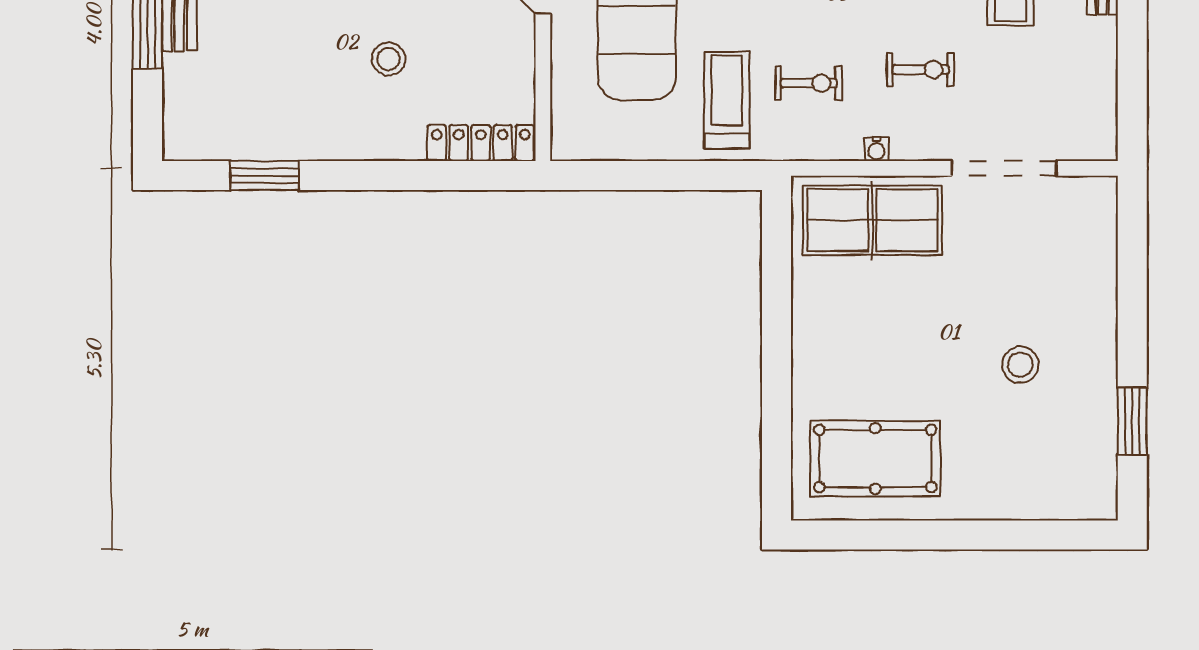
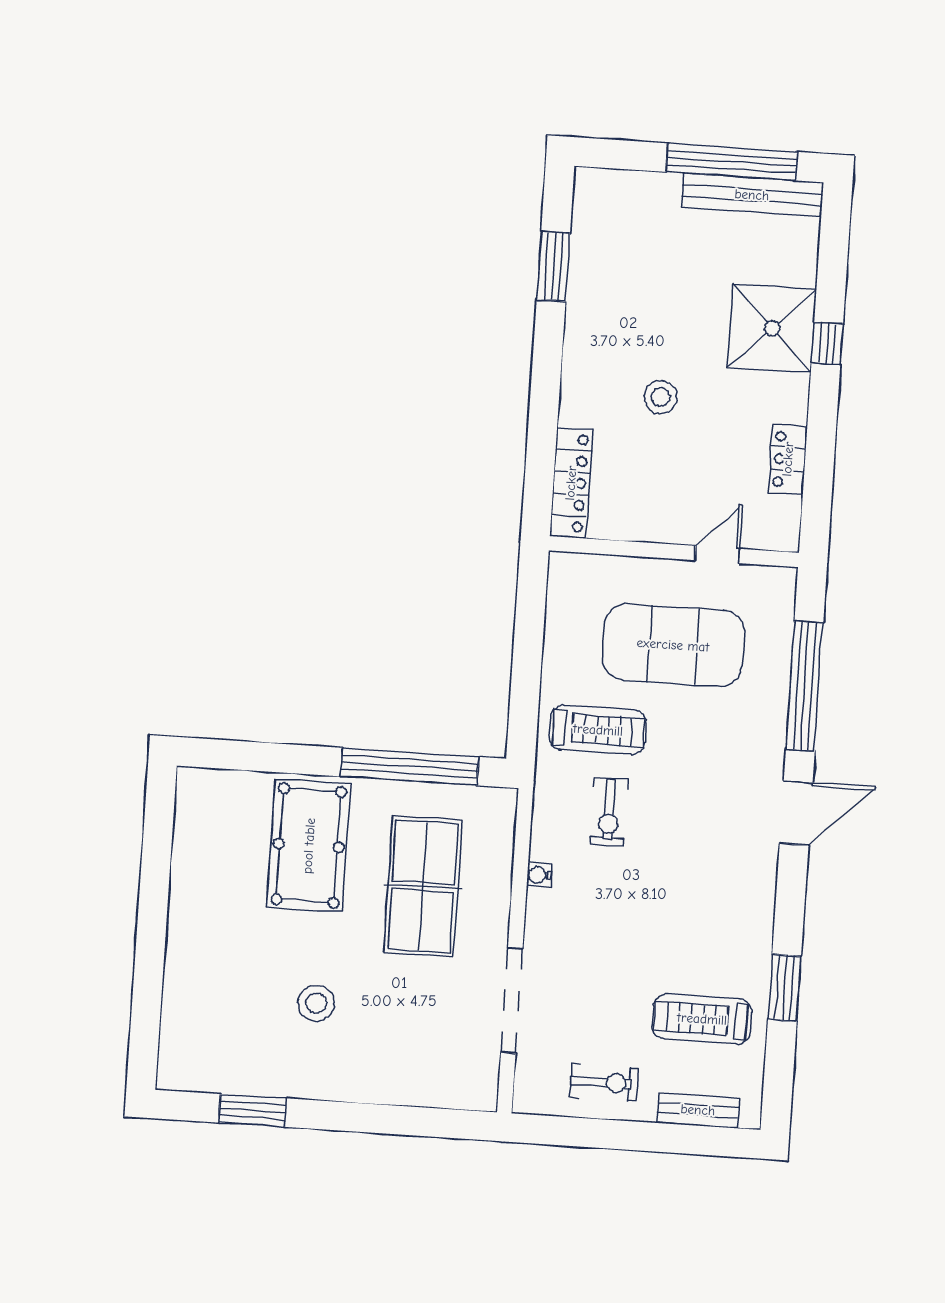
exercise bike: (921, 70) -> (604, 1082), moved, turned -90
table tennis table: (872, 220) -> (423, 886), moved
window: (776, 286) -> (410, 767), added
pool table: (875, 458) -> (309, 846), moved

